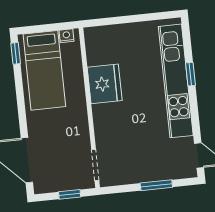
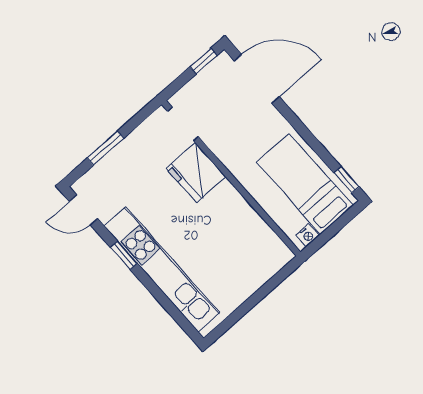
window: (190, 74) -> (124, 255), moved
fridge: (105, 84) -> (196, 172), moved
window: (70, 194) -> (203, 61), moved

